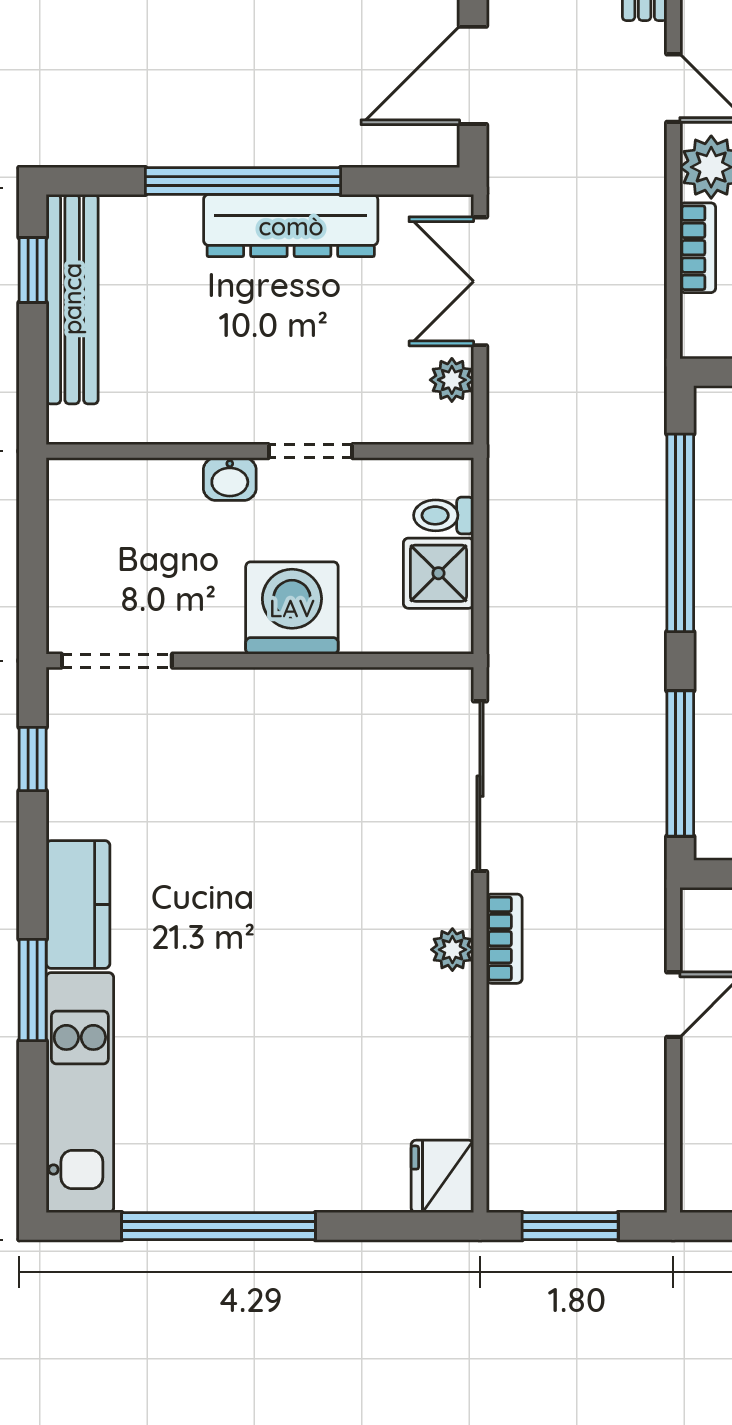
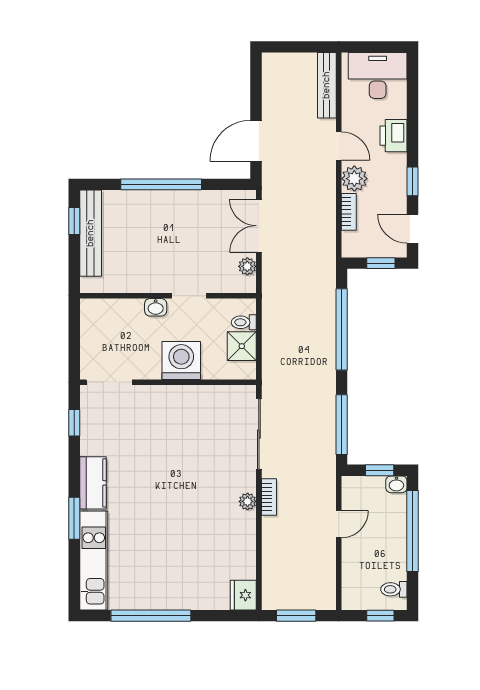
dresser: (291, 226) -> (181, 203), removed

